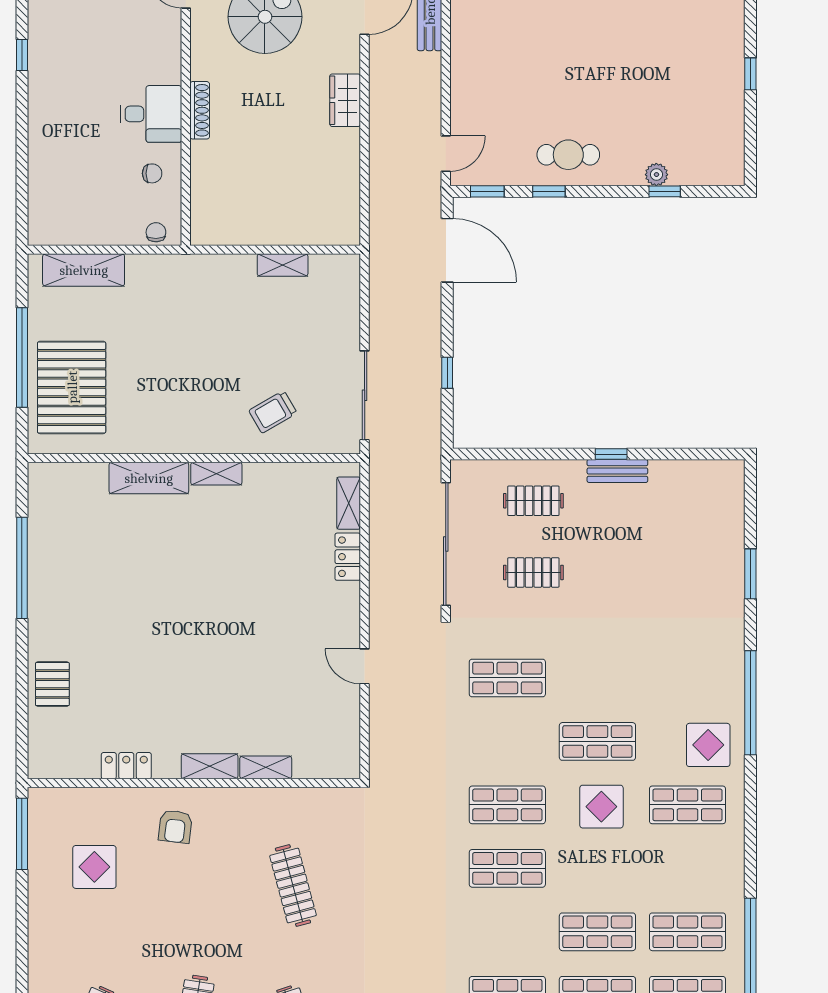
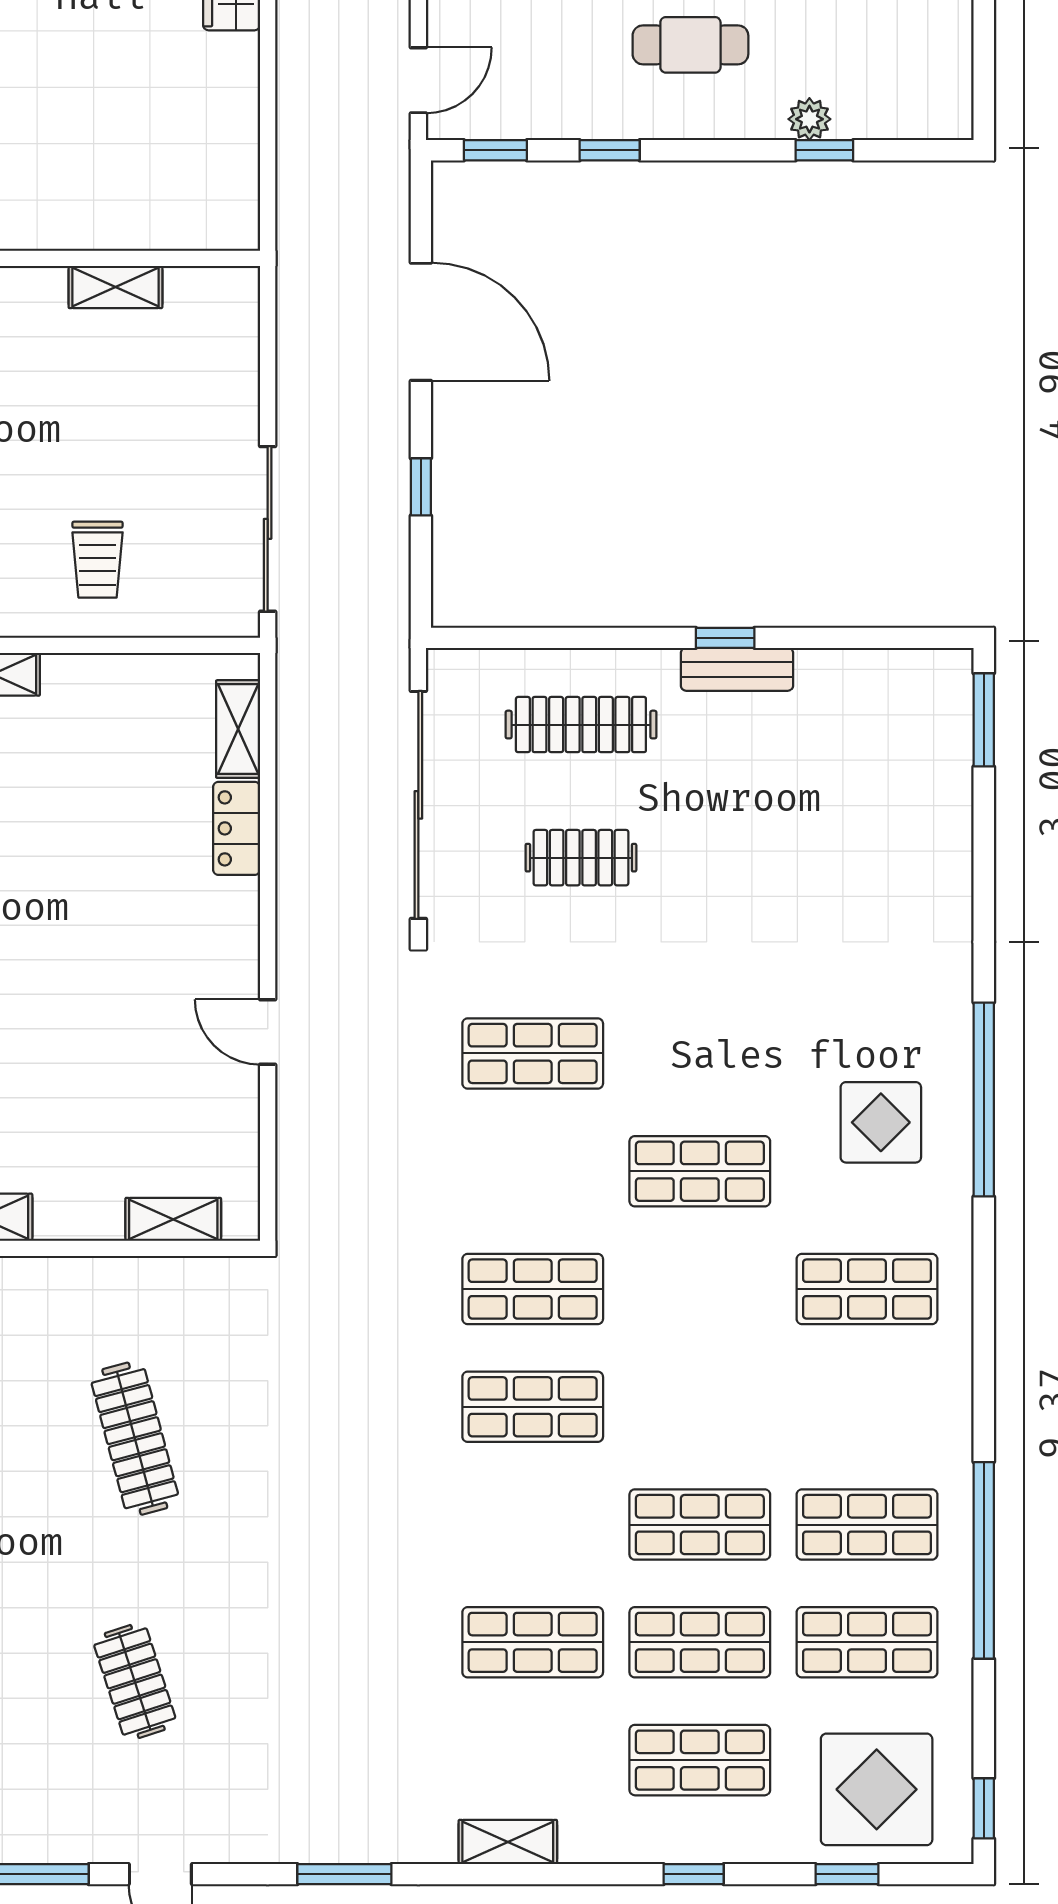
cafe table: (568, 155) -> (690, 45), moved
door: (447, 250) -> (421, 322), moved
trolley: (273, 412) -> (98, 560), turned -60
clothes rail: (533, 501) -> (581, 725), width x1.36
window: (750, 574) -> (984, 720), moved
display table: (708, 745) -> (881, 1122), moved
shelving: (266, 767) -> (173, 1219), moved
display table: (601, 807) -> (707, 1292), removed

